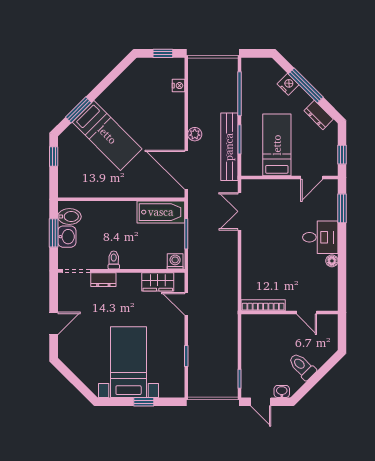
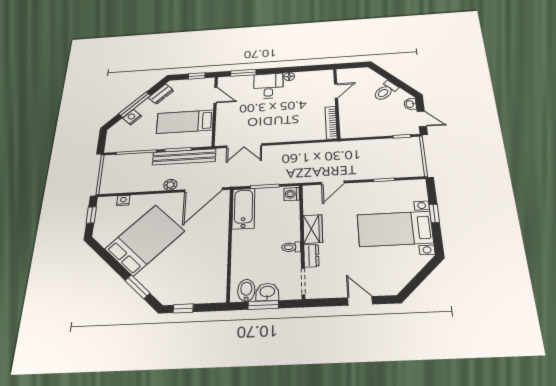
bed: (107, 135) -> (145, 240), moved, width x1.50
wardrobe: (158, 282) -> (313, 229), moved
door: (261, 402) -> (422, 119), hinge flipped

